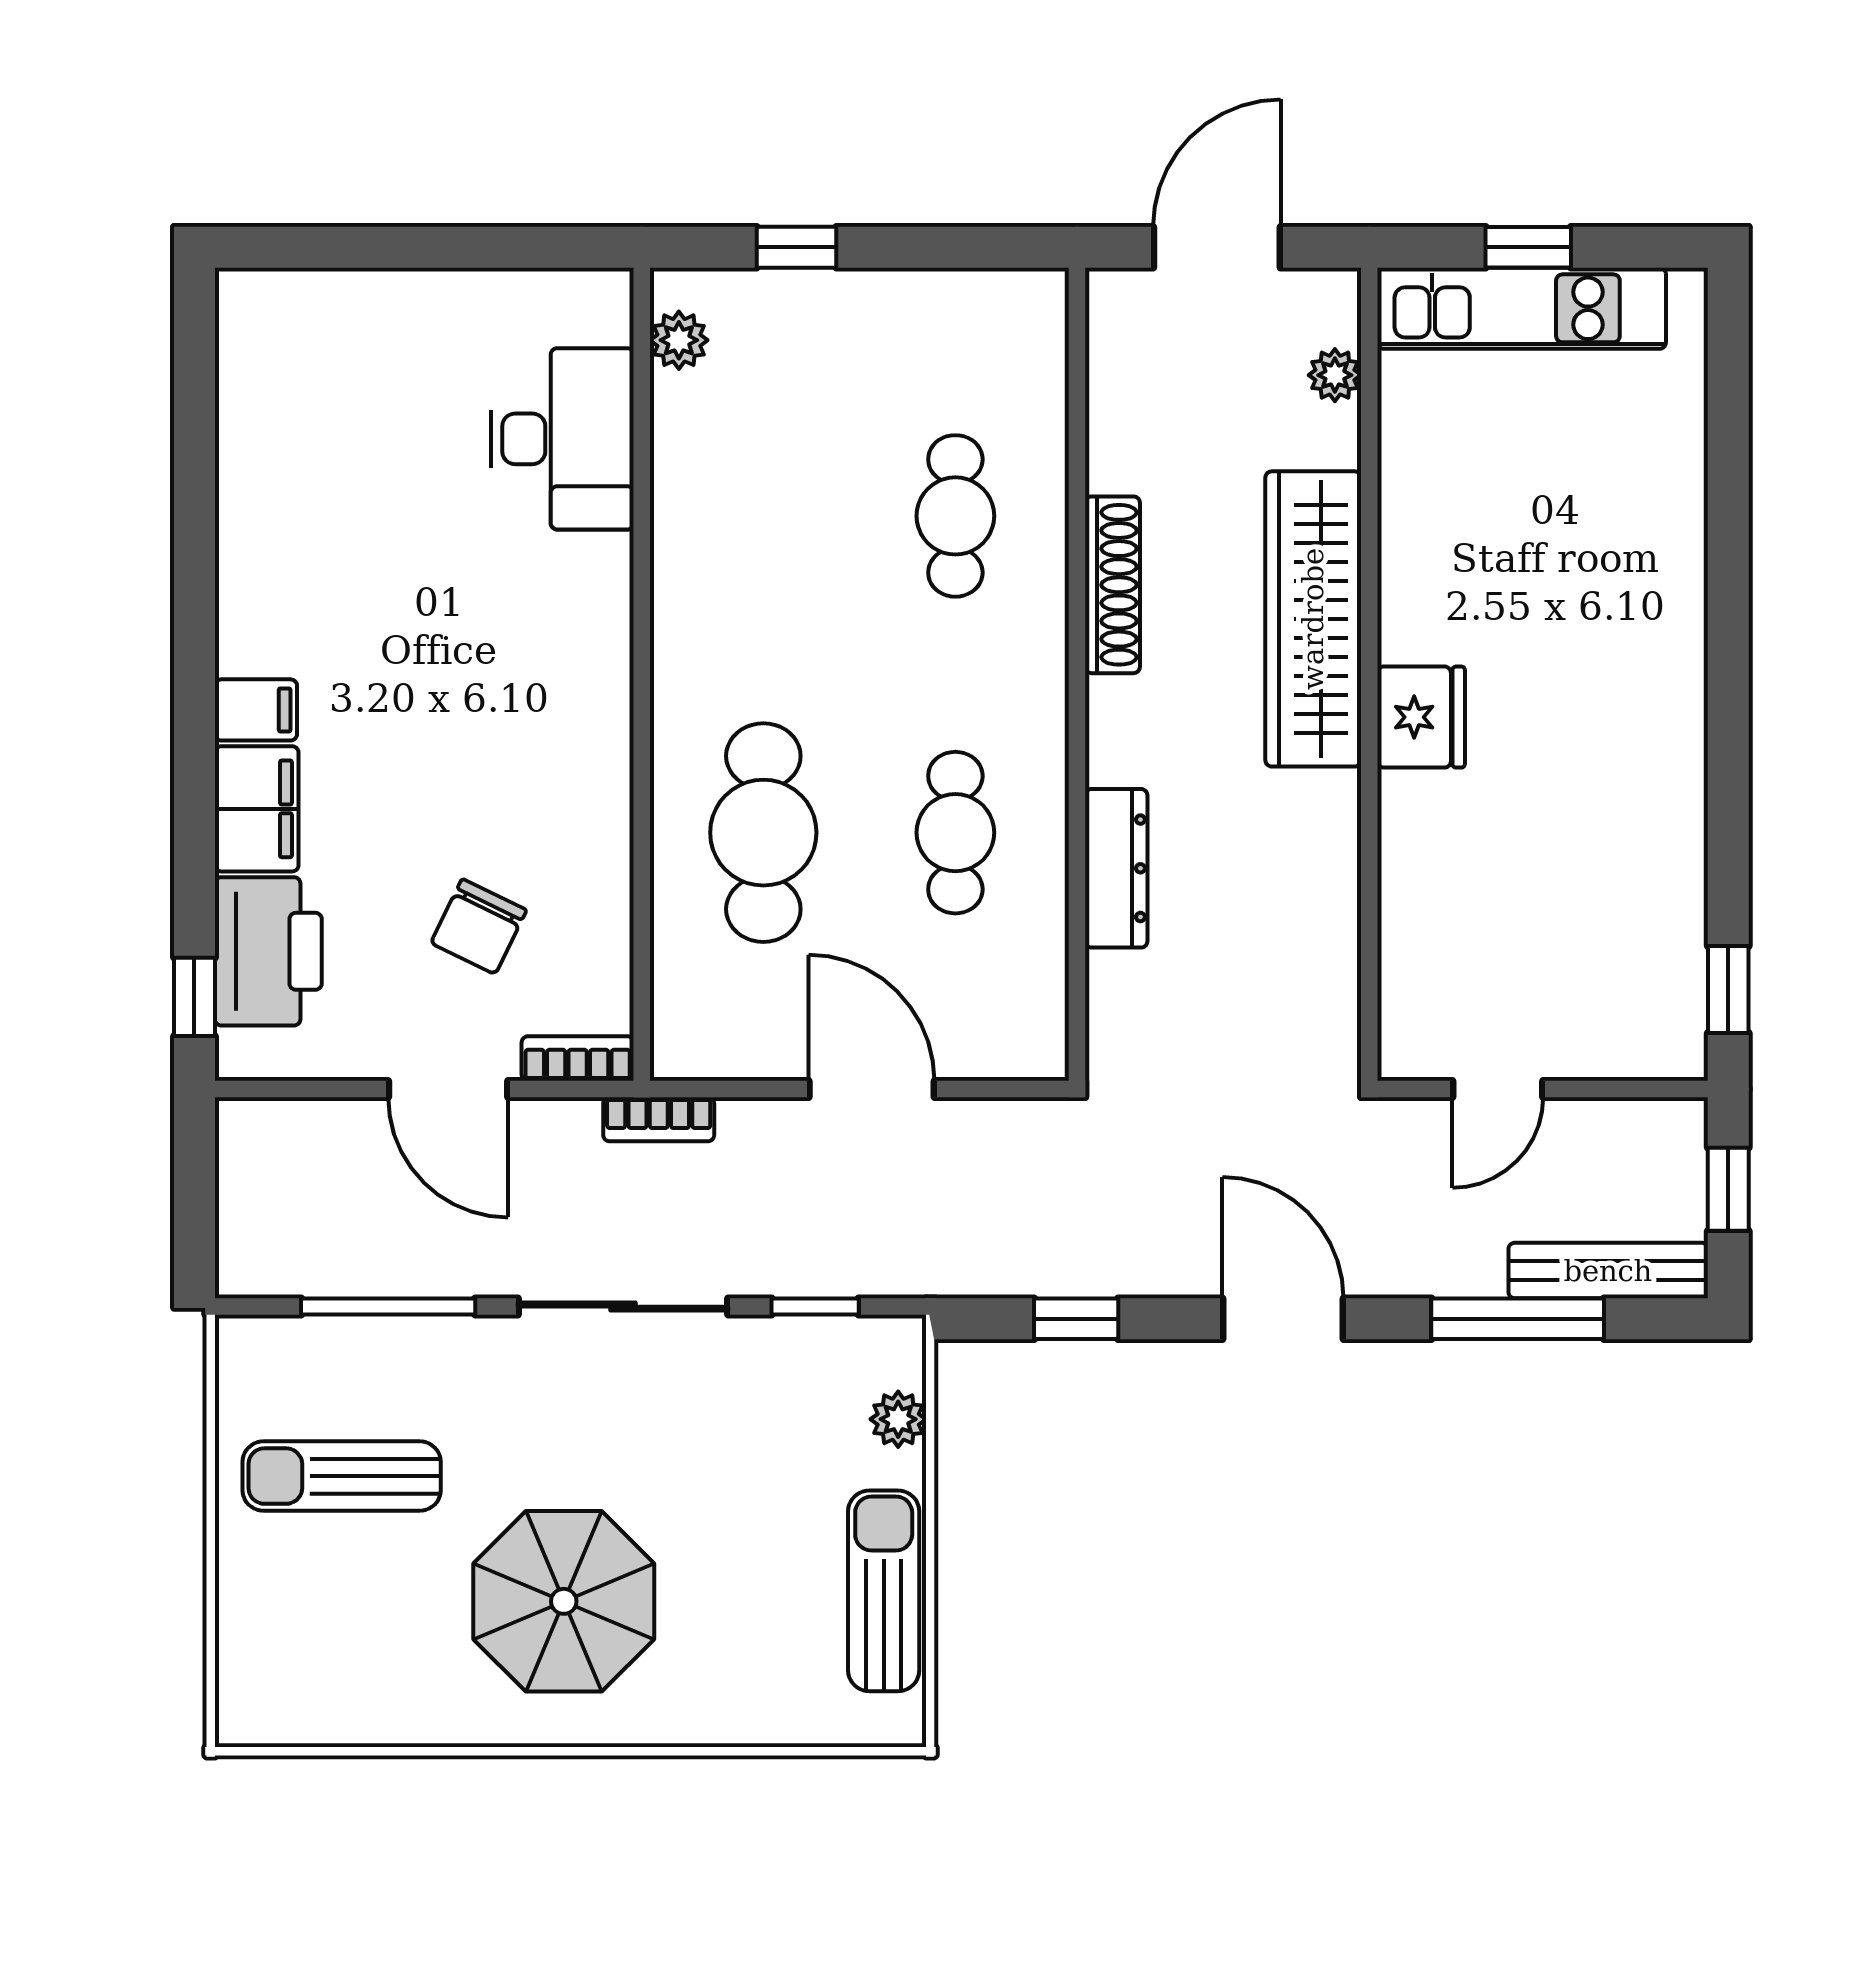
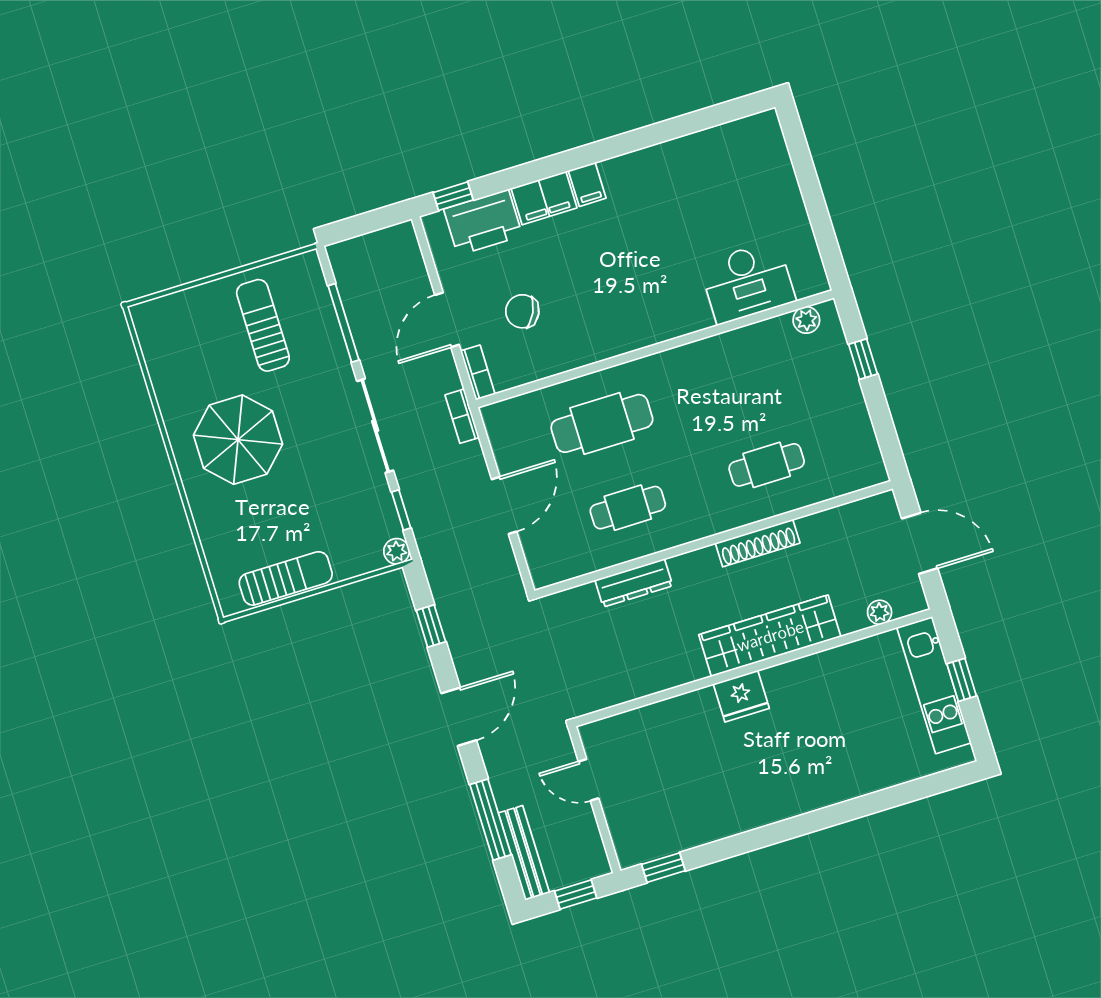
plant: (898, 1419) -> (397, 551), moved

